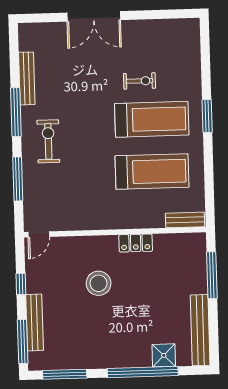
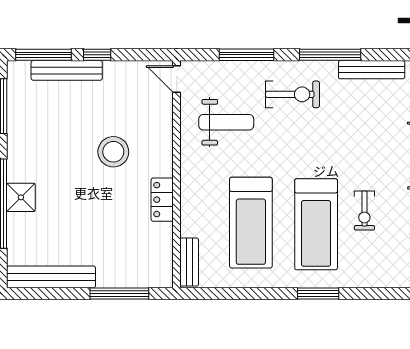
weight bench: (72, 194) -> (226, 122), added
window: (21, 284) -> (97, 55), moved
shower: (164, 355) -> (21, 197), moved

